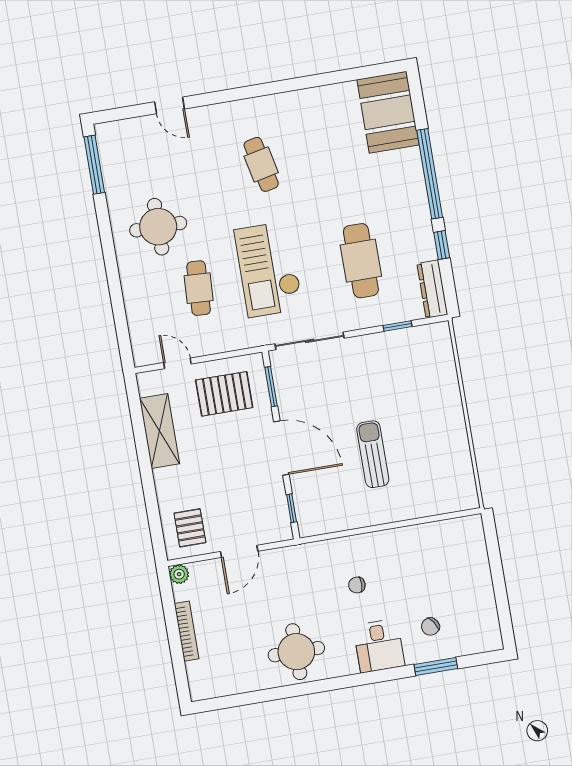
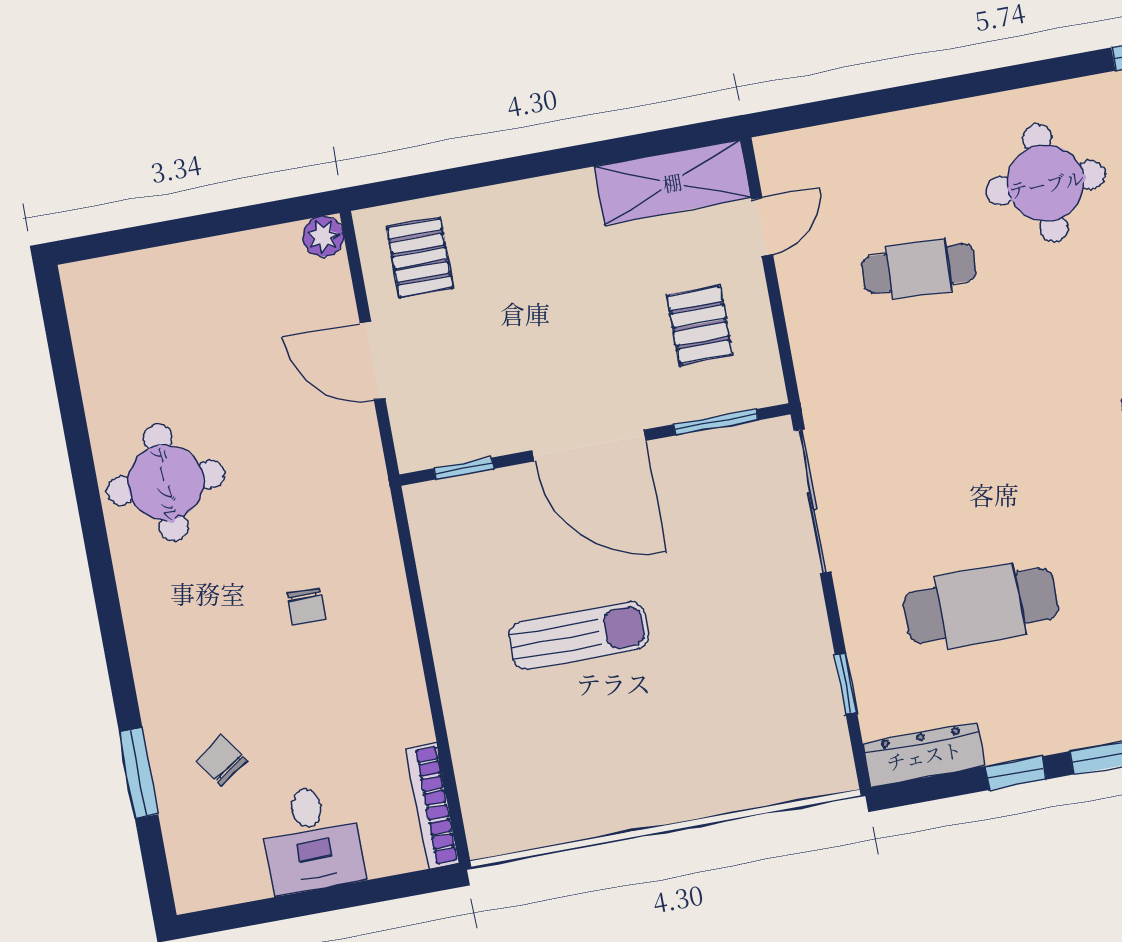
checkout: (269, 269) -> (960, 414), removed
pallet: (224, 394) -> (700, 325), width x0.67, depth x0.71
shelving: (160, 431) -> (672, 182), moved
door: (281, 448) -> (589, 446), hinge flipped
pallet: (190, 528) -> (420, 258), turned 90
chair: (357, 585) -> (306, 607), turned 180
bookcase: (187, 631) -> (432, 806), moved, turned 90
desk: (379, 646) -> (312, 839), moved, turned -90

